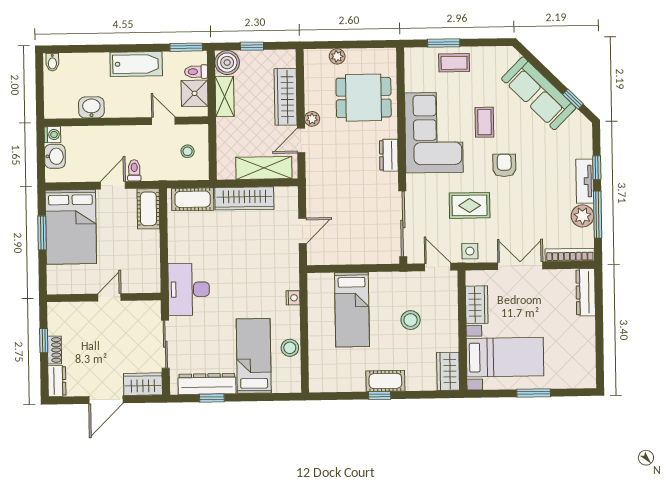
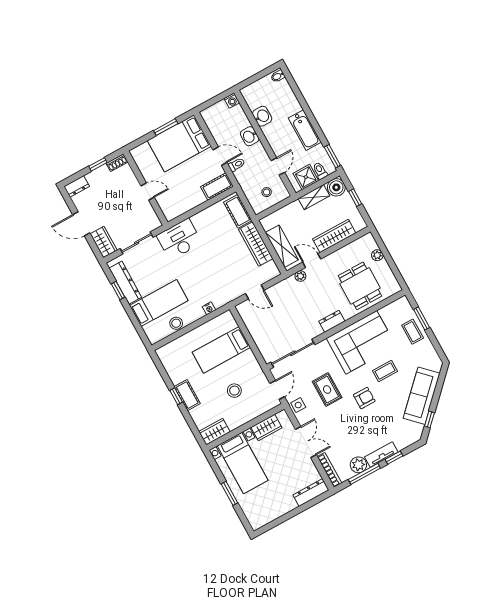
plant: (312, 119) -> (300, 276), moved
washbasin: (55, 156) -> (250, 136), moved, turned 90
shoe rack: (54, 350) -> (117, 163), moved

